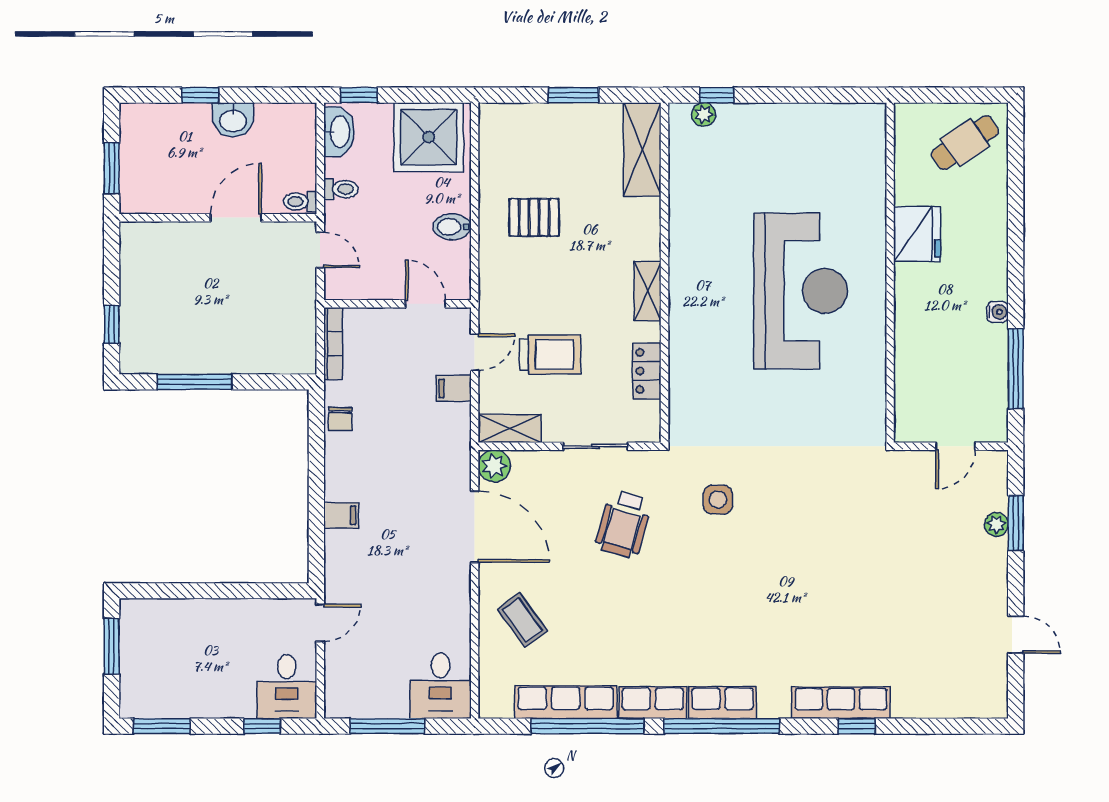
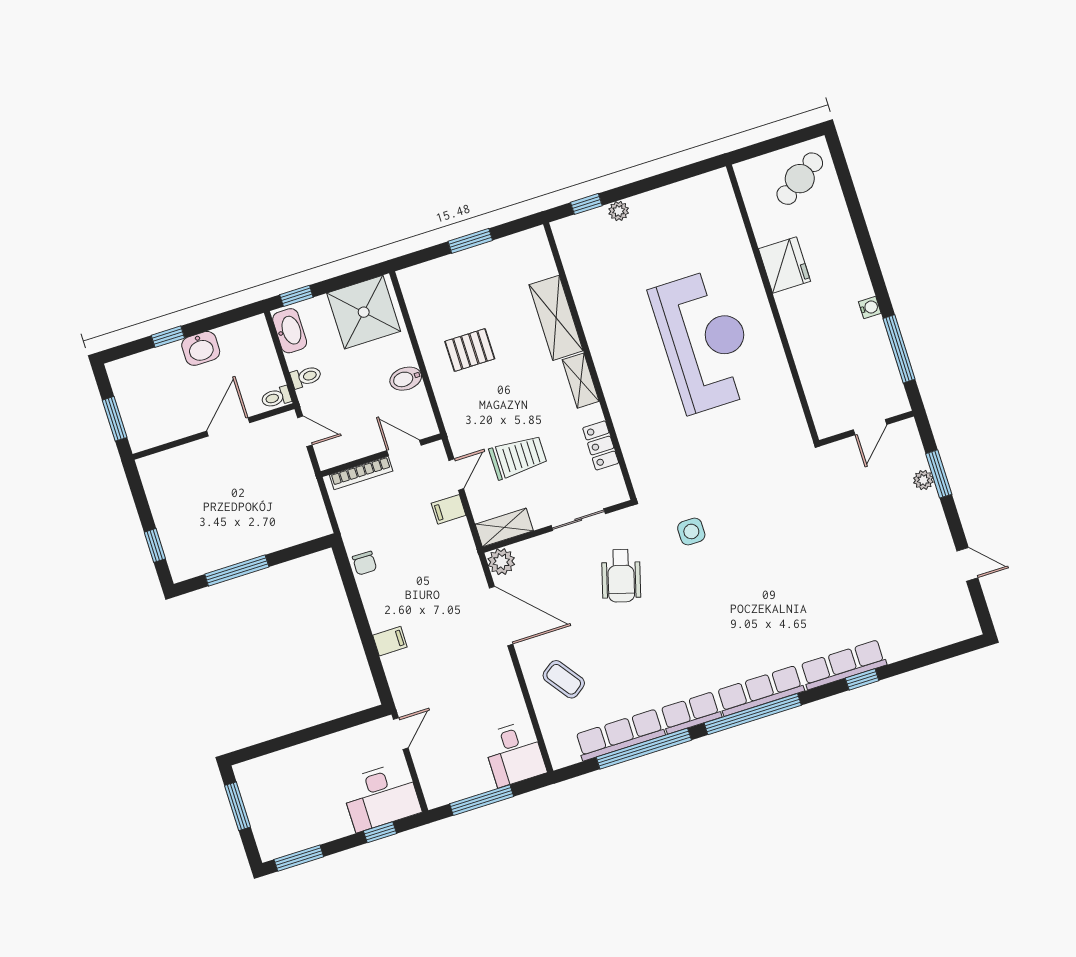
plant: (704, 114) -> (619, 211), moved
shelving: (642, 149) -> (556, 318), moved
bookcase: (333, 344) -> (361, 473), moved, turned 90
desk: (287, 687) -> (381, 797), width x1.37
row of seats: (722, 703) -> (760, 691), width x1.48

